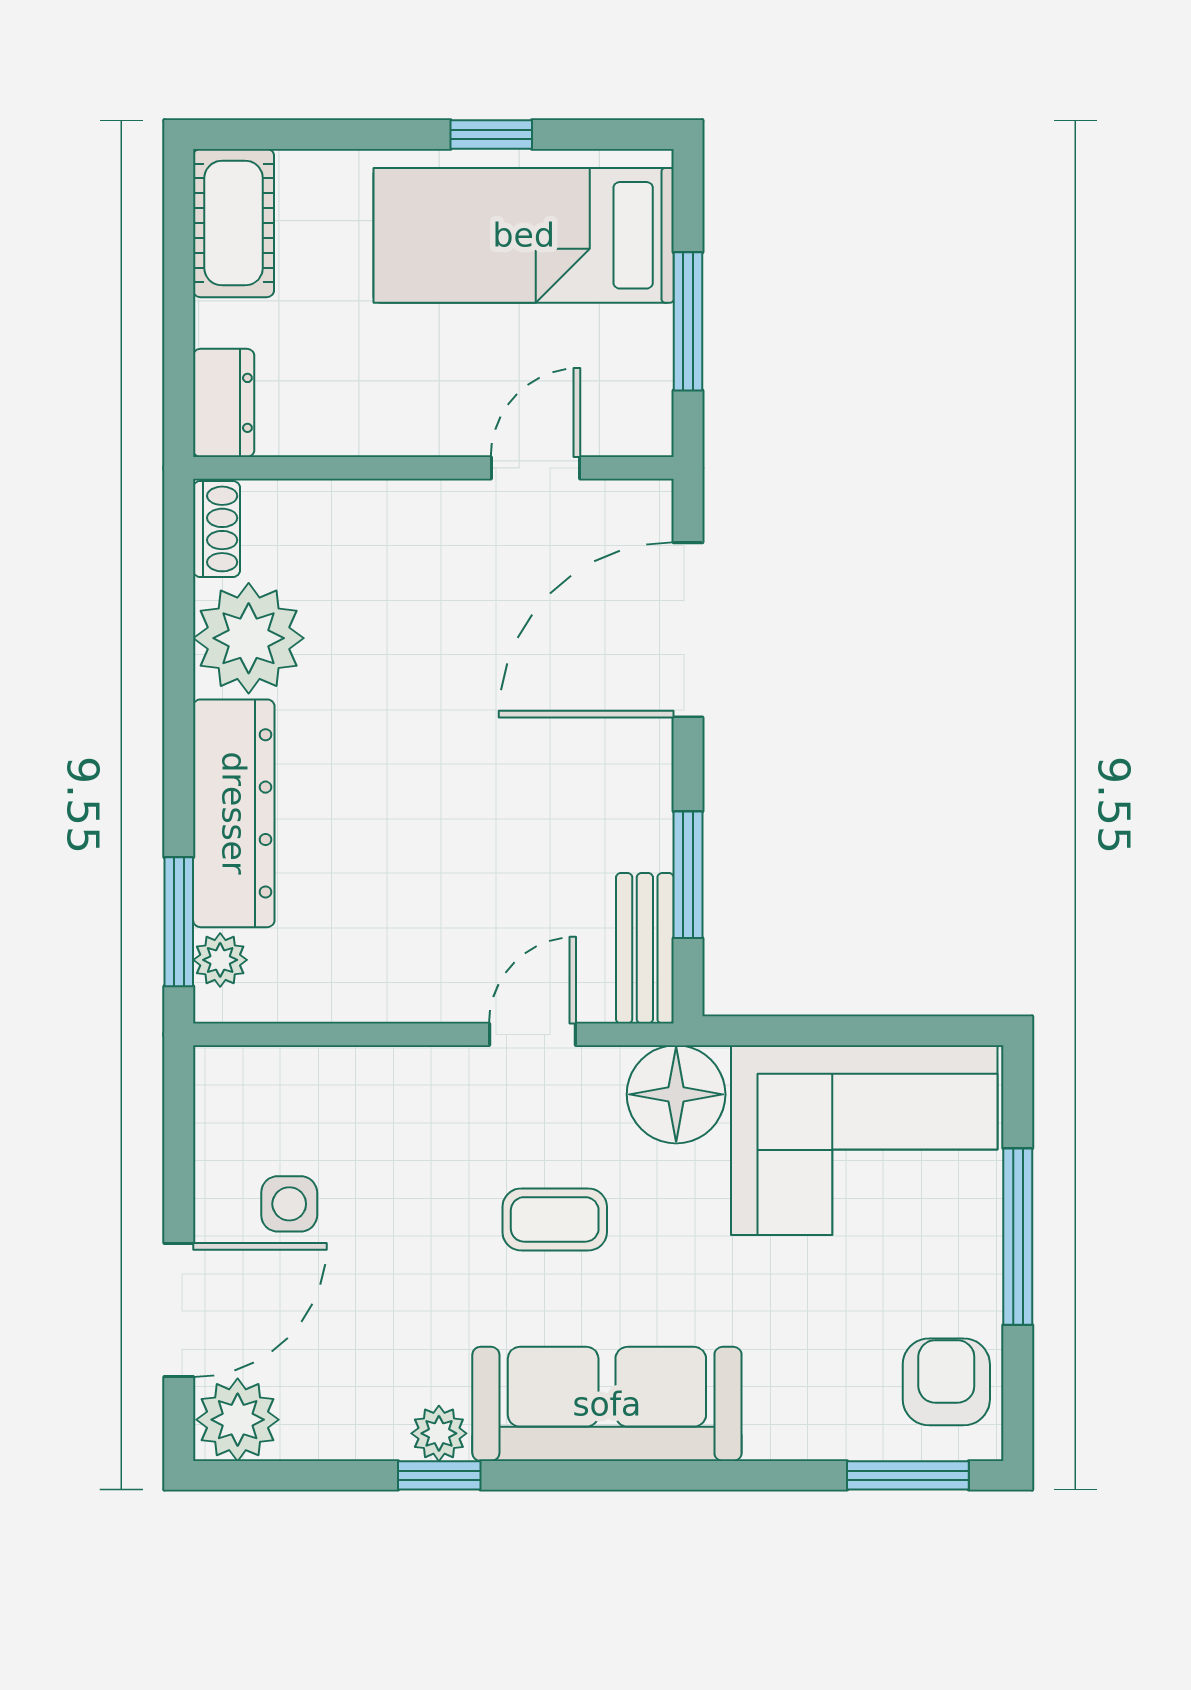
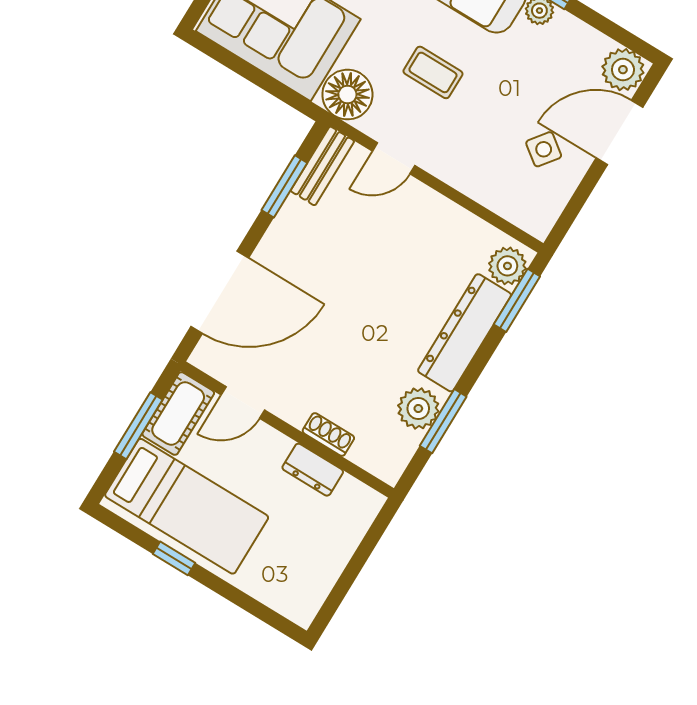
cot: (234, 223) -> (178, 414), moved
dresser: (224, 403) -> (313, 470), moved, turned -90
shoe rack: (217, 529) -> (328, 434), moved, turned 90
plant: (249, 638) -> (418, 408), width x0.73, depth x0.73
window: (179, 642) -> (443, 421), added
plant: (220, 960) -> (507, 266), width x1.38, depth x1.38
side table: (289, 1204) -> (544, 149), turned 37

